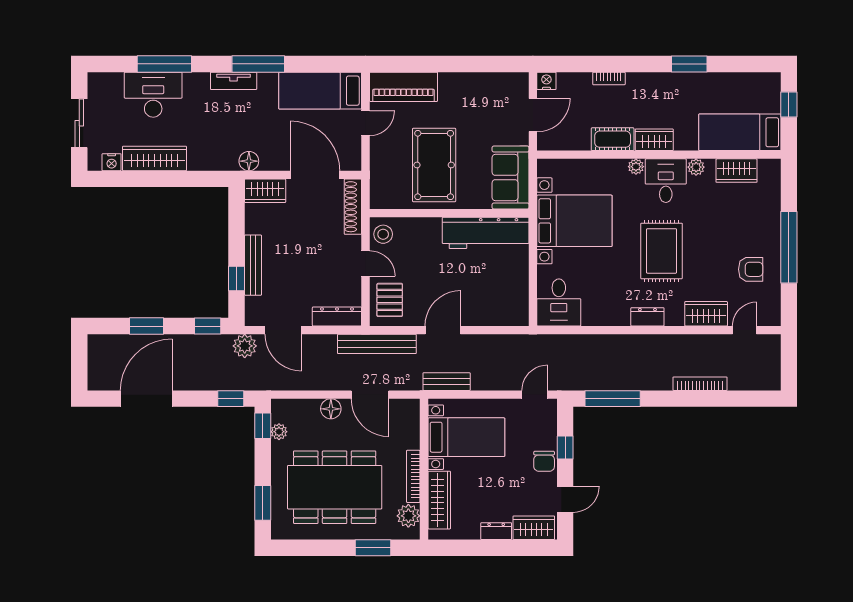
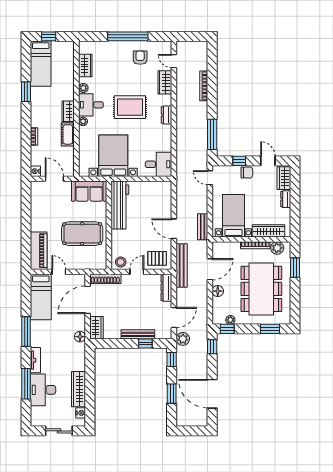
tv unit: (234, 81) -> (35, 360), moved
bed: (740, 132) -> (41, 64), moved

